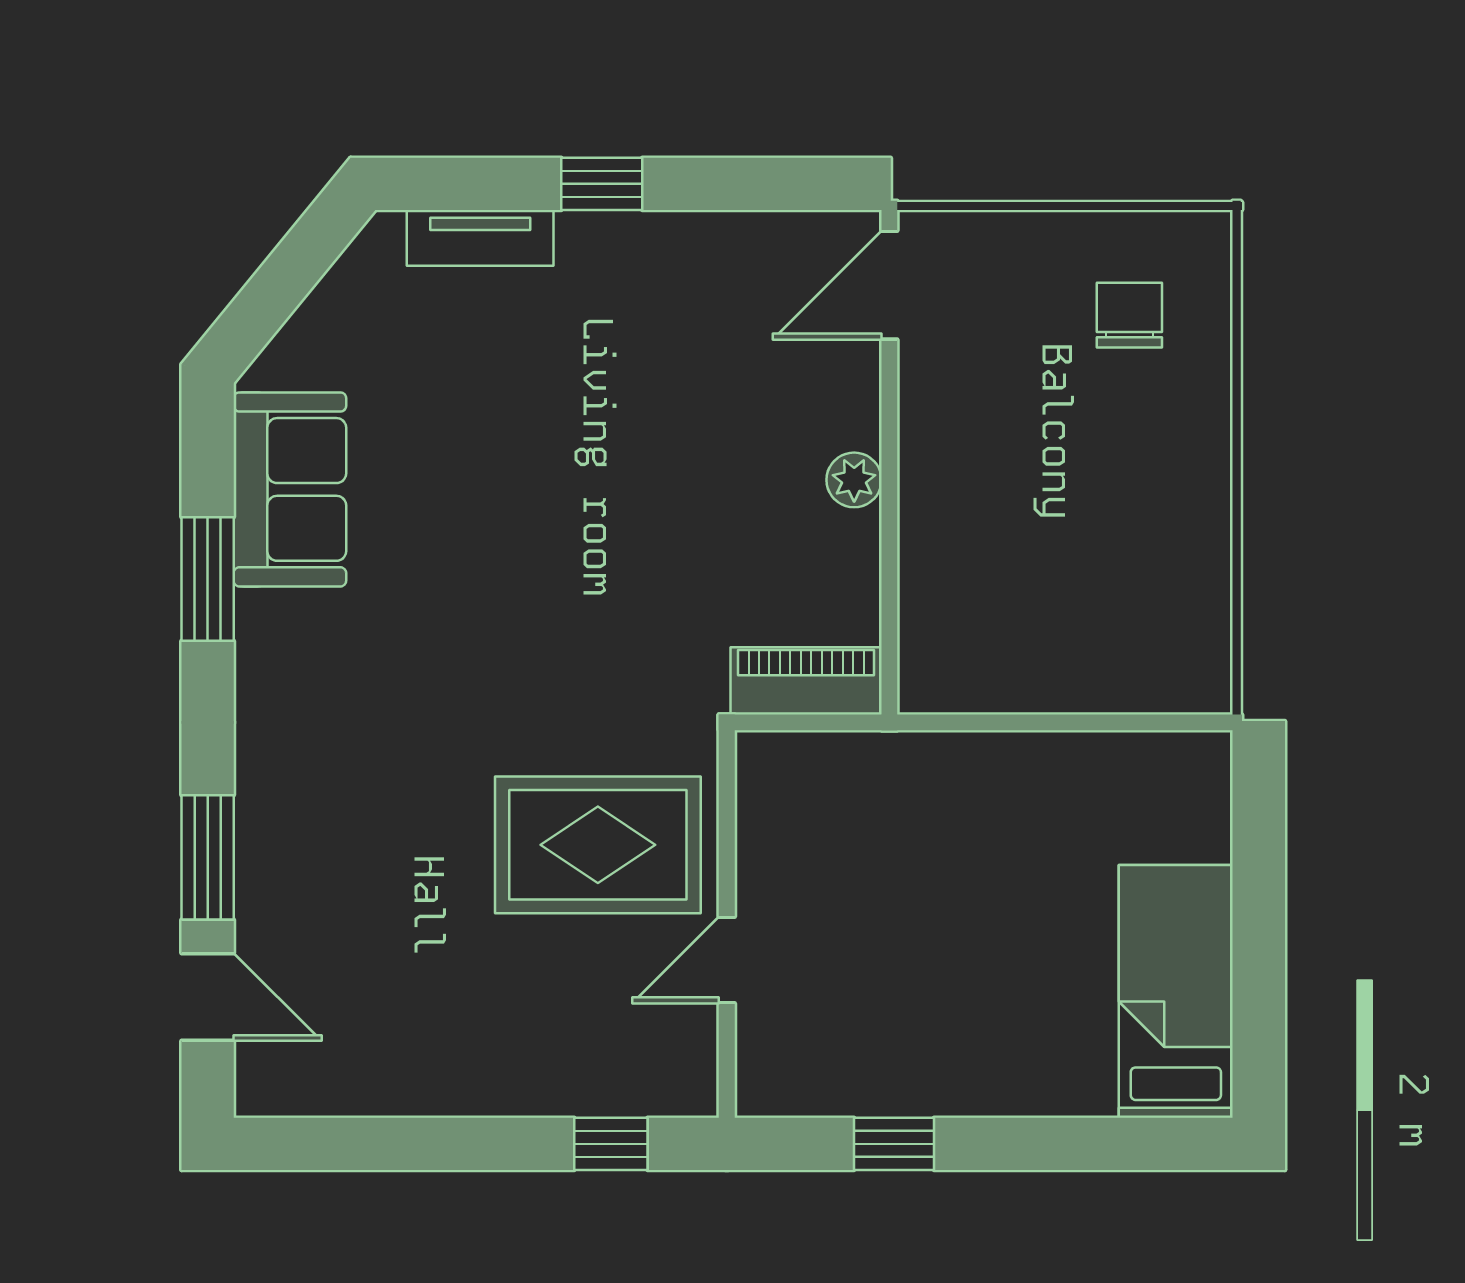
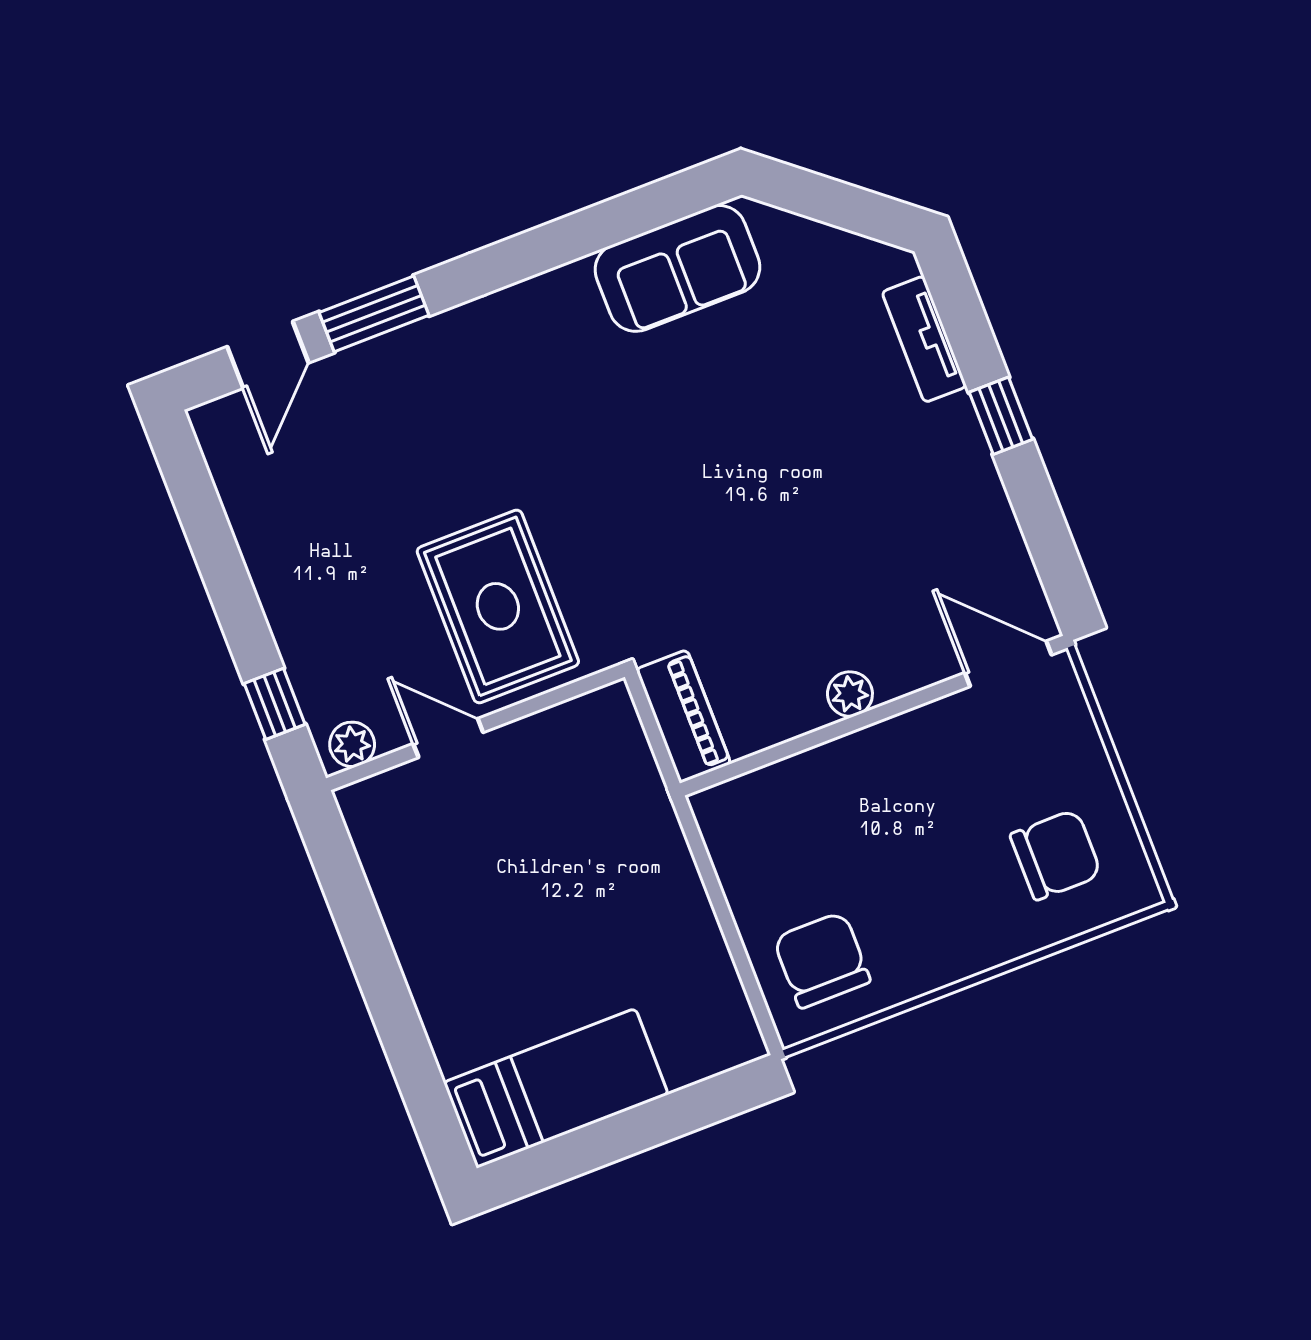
chair: (1129, 315) -> (1056, 855), width x1.37, depth x1.37
window: (208, 579) -> (585, 232), removed
chair: (1146, 630) -> (822, 960), added
plant: (691, 1073) -> (352, 744), added
window: (894, 1144) -> (358, 919), removed

